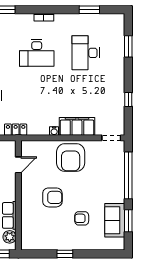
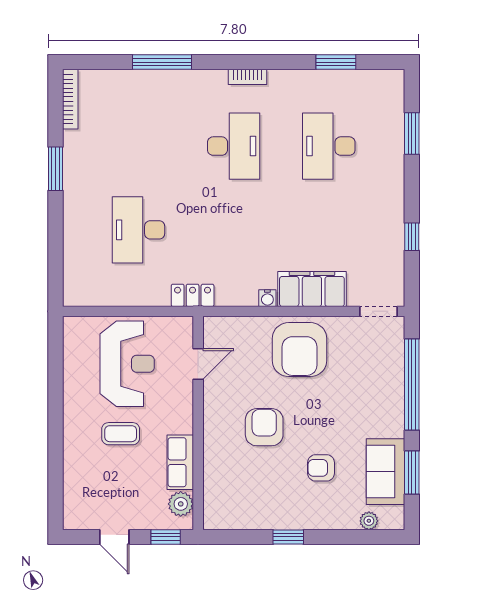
desk: (37, 53) -> (234, 146), turned -90
armchair: (52, 197) -> (264, 427), turned -90
plant: (106, 246) -> (369, 521), added

